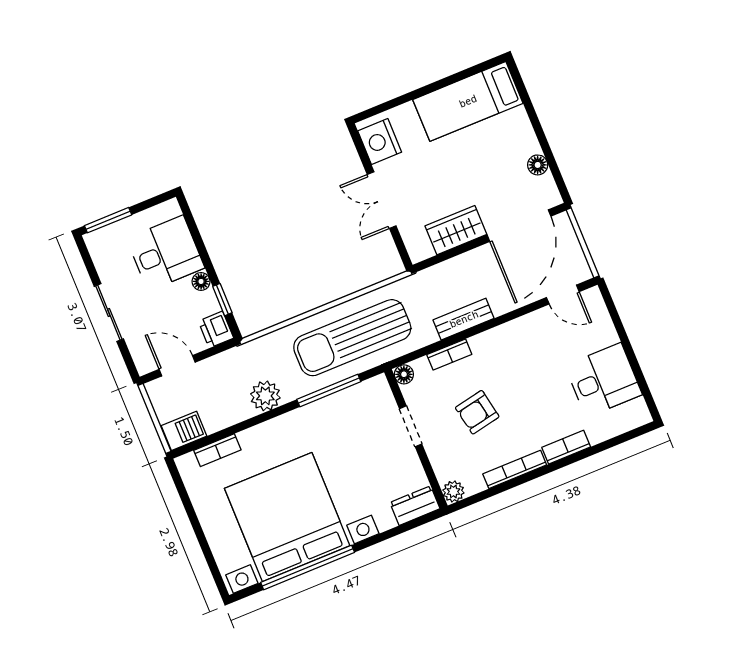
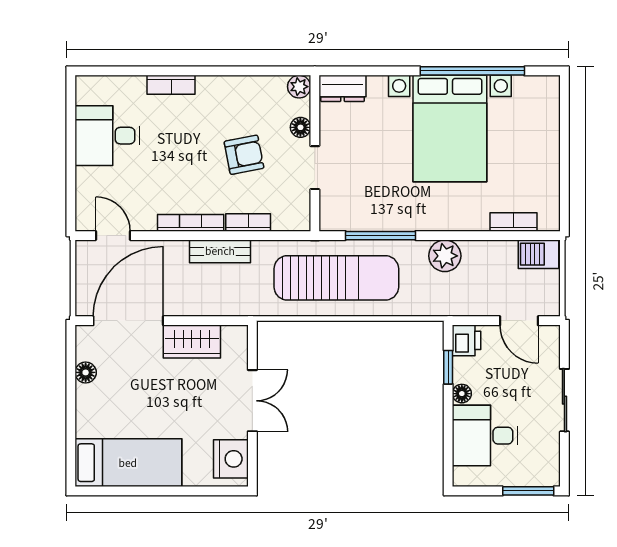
floor lamp: (404, 374) -> (300, 127), moved
bookcase: (515, 469) -> (191, 223), moved, turned 180
bed with nightstands: (287, 517) -> (450, 128), width x0.73

